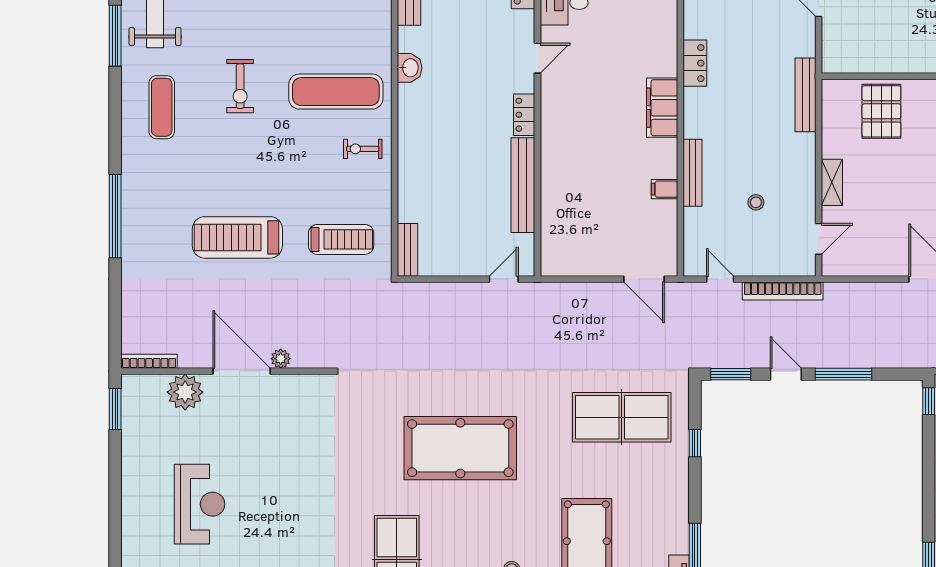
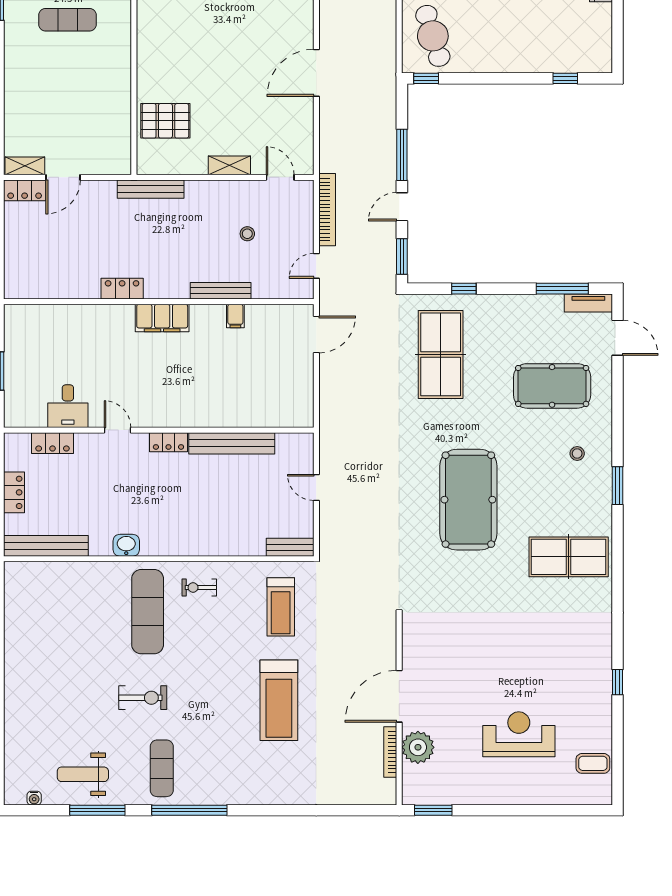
exercise mat: (162, 107) -> (162, 768), turned 90
exercise bike: (363, 149) -> (199, 588), turned 90
window: (115, 216) -> (189, 810), moved
treadmill: (341, 239) -> (281, 607), turned 180
door: (504, 279) -> (316, 487), moved
plant: (281, 359) -> (388, 661), removed
bookcase: (149, 361) -> (390, 752), moved

